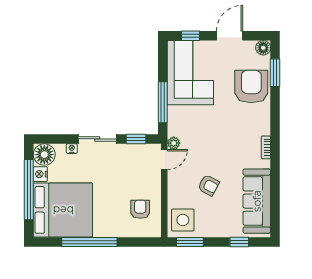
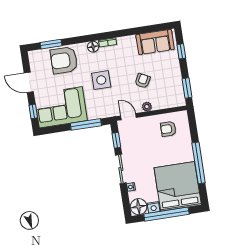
floor lamp: (263, 48) -> (93, 47), moved
plant: (174, 143) -> (147, 107), moved
sofa: (257, 201) -> (155, 42), width x0.73
side table: (183, 220) -> (101, 80), moved

